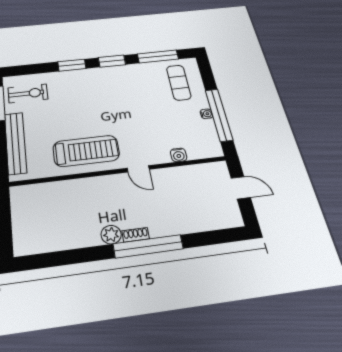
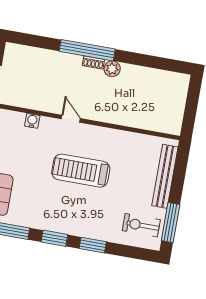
treadmill: (86, 151) -> (81, 171), moved

